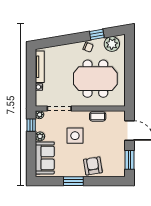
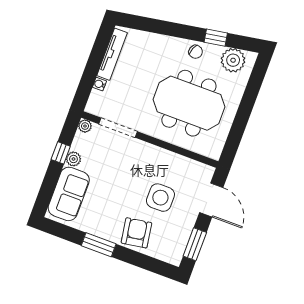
coffee table: (98, 116) -> (171, 161), removed
window: (31, 125) -> (61, 153), moved
side table: (75, 136) -> (160, 198), moved

